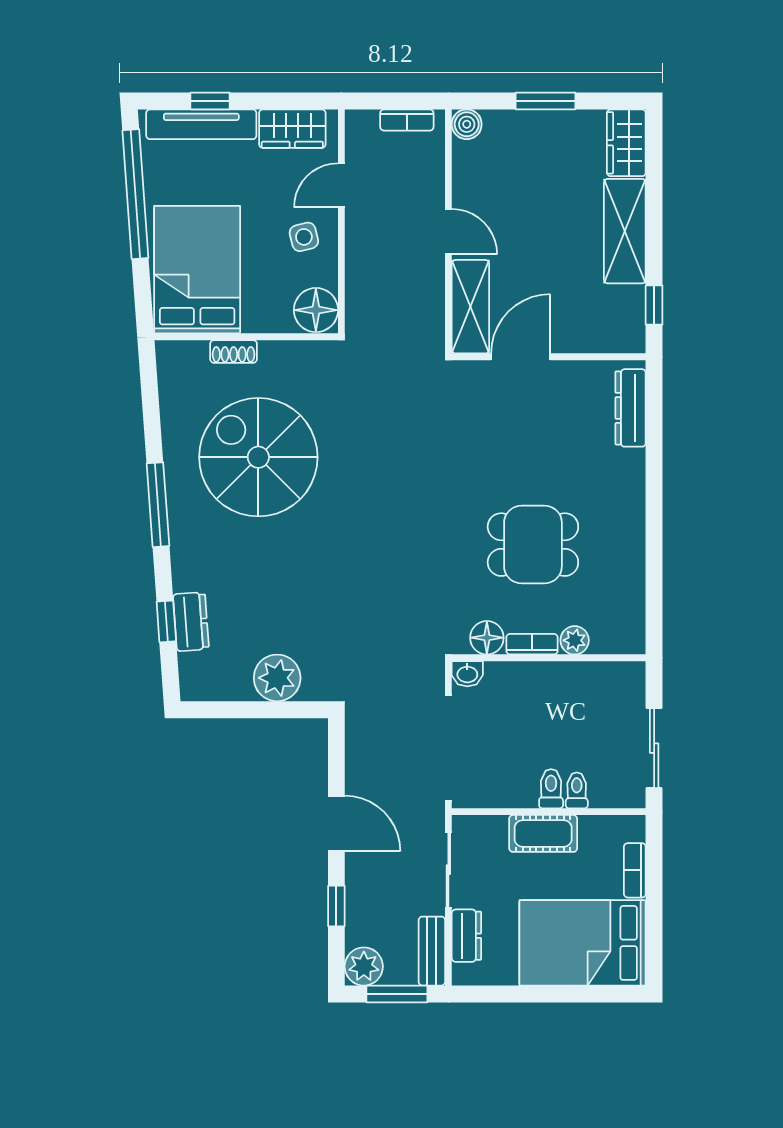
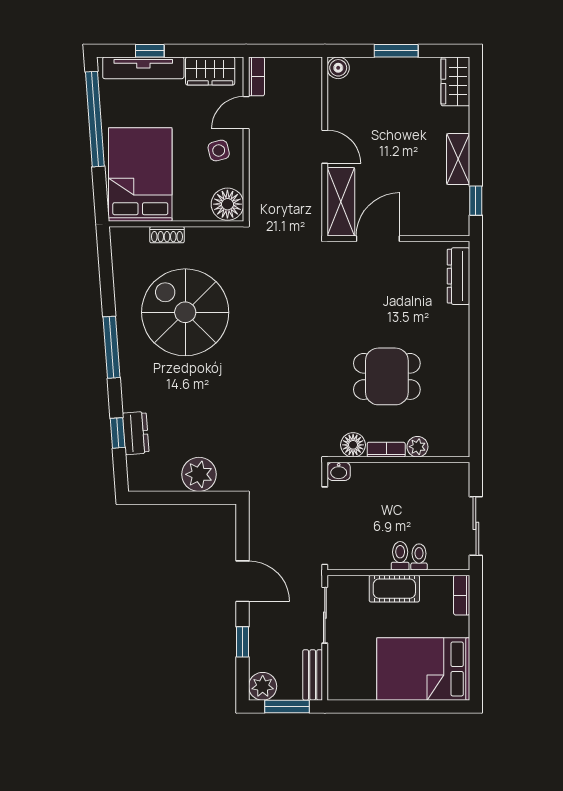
bookcase: (407, 120) -> (256, 76), moved, turned -90
shelving: (625, 231) -> (458, 159), width x0.67, depth x0.75
bookcase: (635, 870) -> (462, 595), moved
dresser: (466, 936) -> (338, 664), removed

